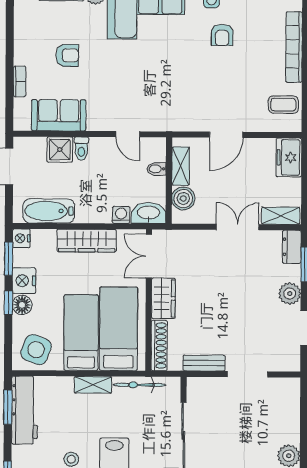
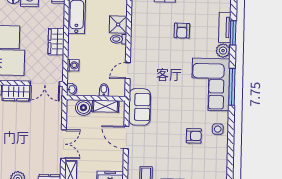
armchair: (222, 35) -> (194, 136), turned 180
sofa: (59, 115) -> (140, 107), moved
washbasin: (149, 213) -> (72, 89), width x0.52, depth x0.69
wardrobe: (87, 241) -> (56, 42), width x0.67
double door: (149, 256) -> (45, 84), swing flipped

